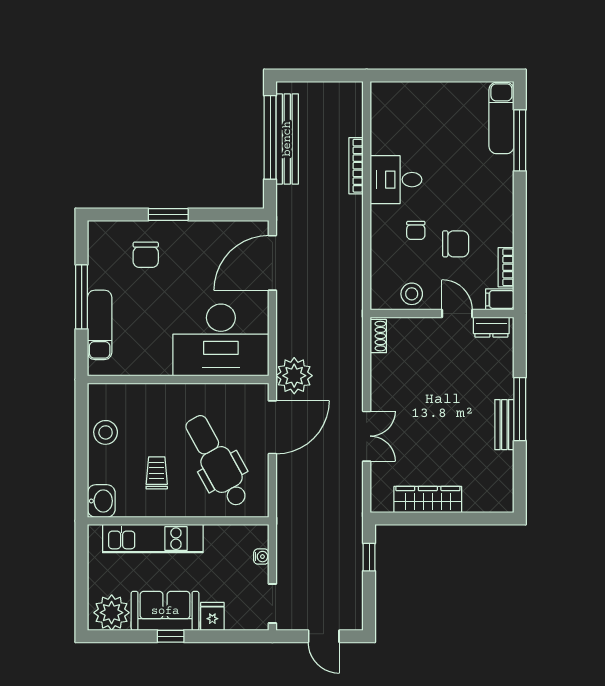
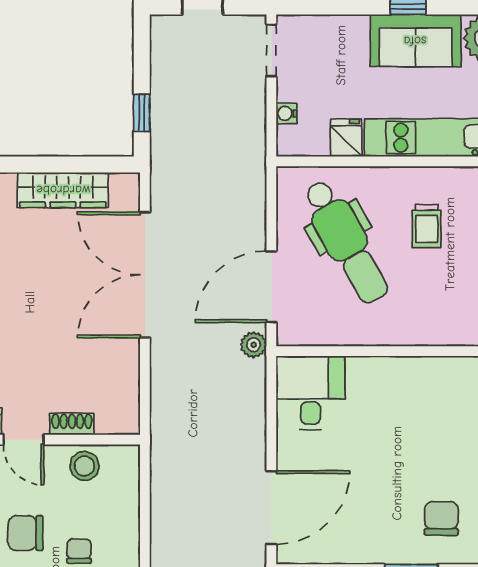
shoe rack: (378, 336) -> (72, 424), moved, turned 90
desk: (221, 340) -> (311, 393), width x0.53, depth x0.77
plant: (294, 376) -> (254, 345), width x0.53, depth x0.53
double door: (367, 436) -> (145, 275), width x1.87
fridge: (212, 616) -> (346, 138), moved, turned 180

